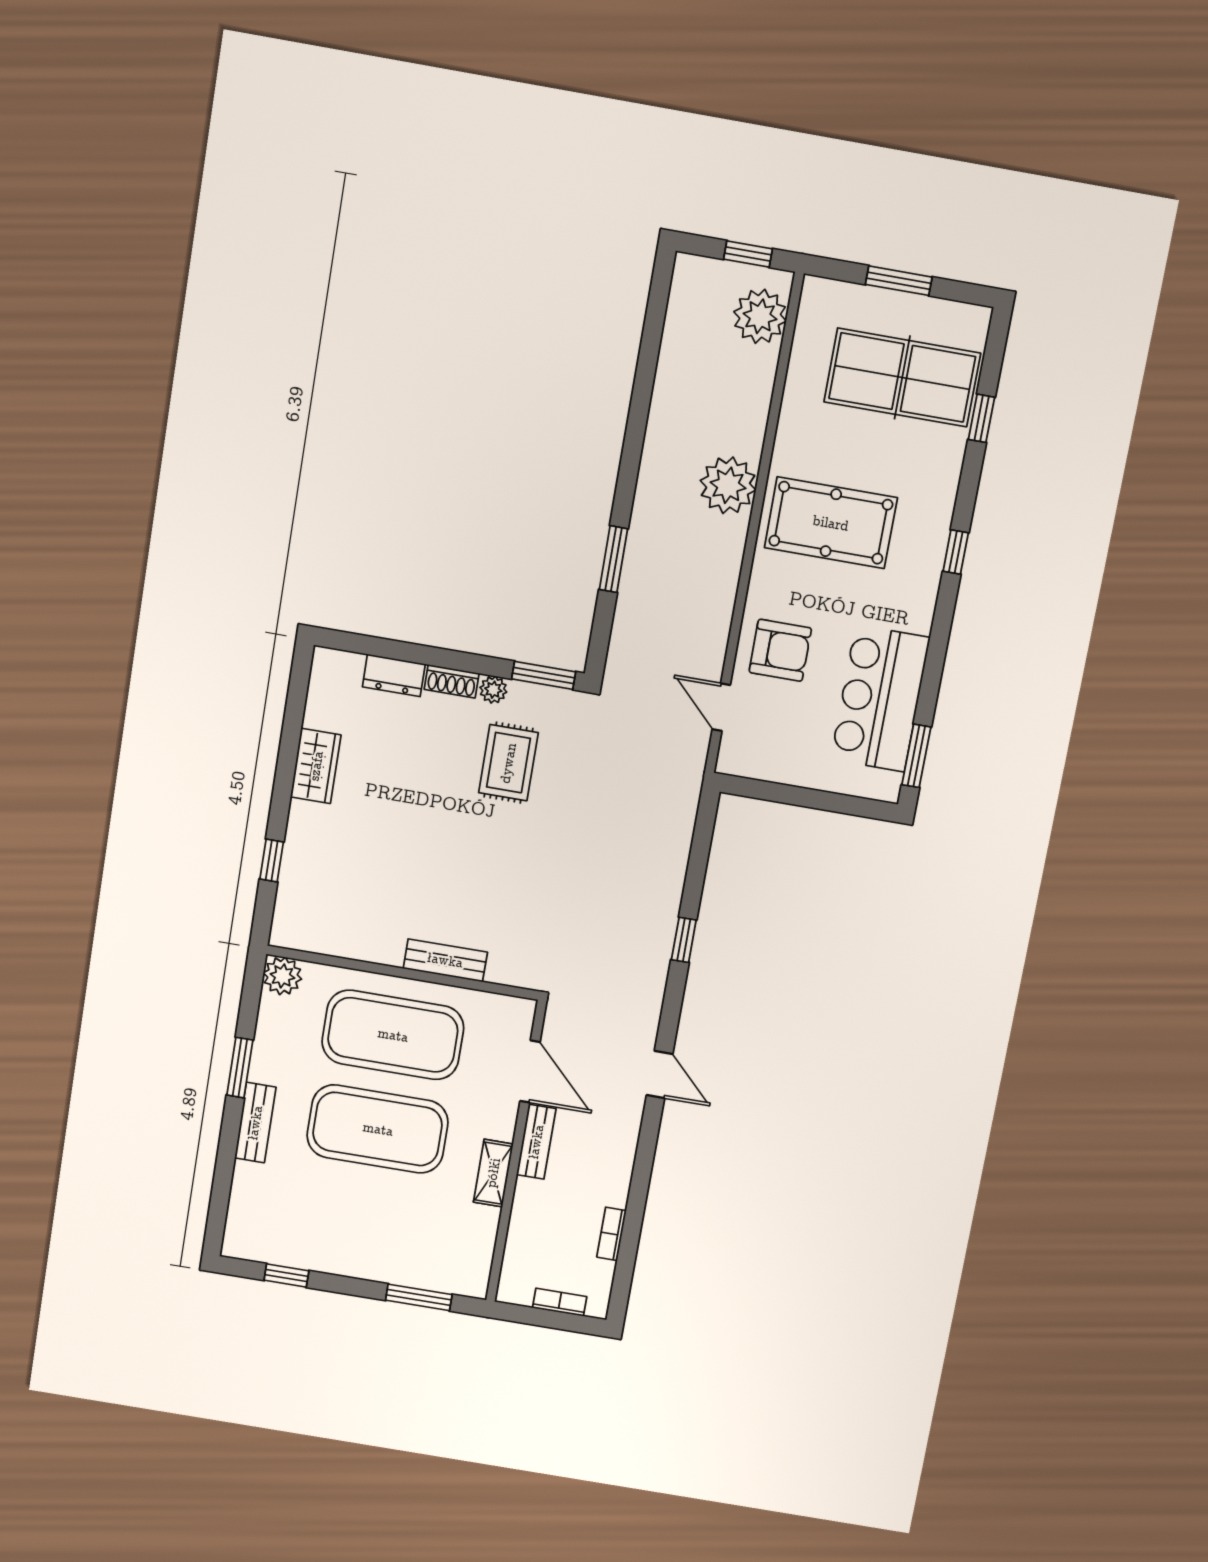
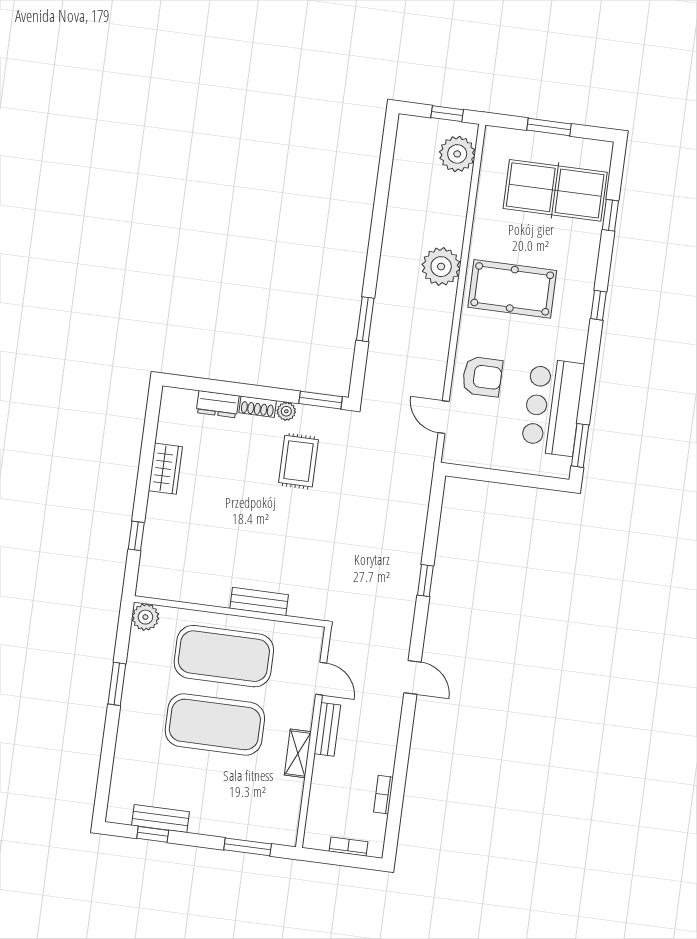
door: (530, 1071) -> (321, 679), width x0.73
bench: (255, 1123) -> (161, 819), moved, turned 90

